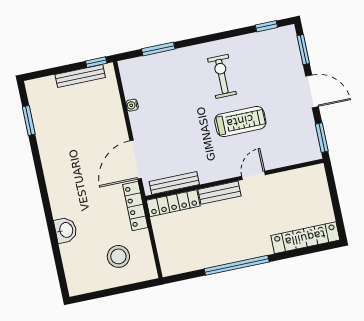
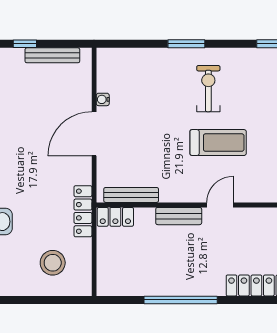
window: (158, 49) -> (186, 44), moved
window: (96, 62) -> (25, 44), moved
door: (136, 160) -> (94, 134), moved
locker: (173, 203) -> (115, 217), width x0.66

